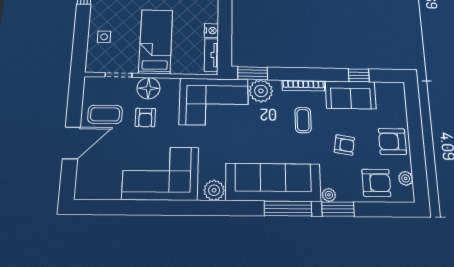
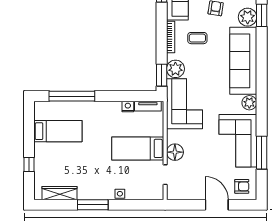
side table: (104, 37) -> (120, 194), moved
coffee table: (105, 114) -> (195, 183), removed
armchair: (145, 117) -> (242, 186), moved
plant: (329, 195) -> (248, 17), width x1.88, depth x1.88
window: (288, 209) -> (262, 153), moved

